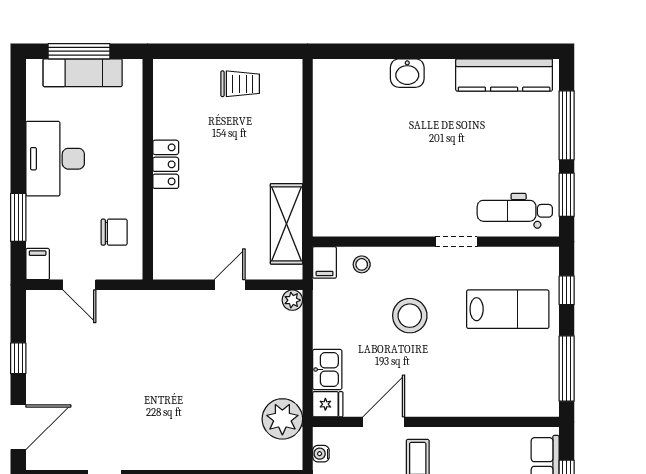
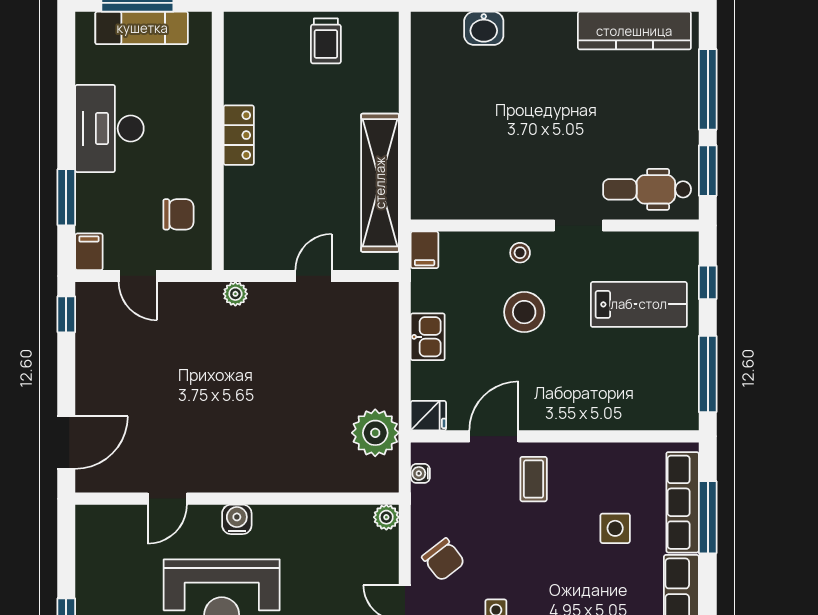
washbasin: (407, 73) -> (484, 28), moved
trolley: (240, 84) -> (326, 41), turned 90
shelving: (286, 224) -> (380, 183), width x1.47
stool: (362, 264) -> (520, 253), moved
plant: (292, 300) -> (235, 294), moved
window: (18, 358) -> (66, 314), moved
kitchen sink: (327, 370) -> (428, 337), moved

